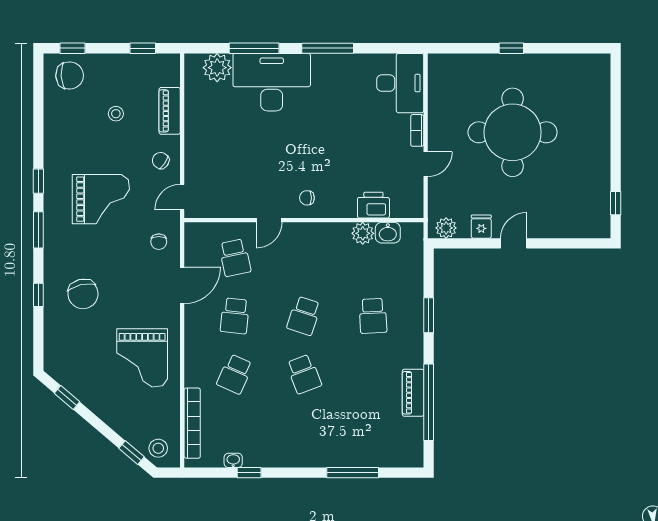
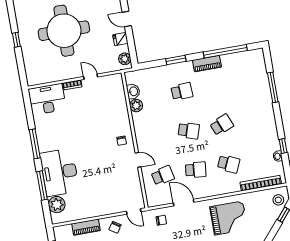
printer: (373, 205) -> (119, 102), removed
piano: (413, 393) -> (207, 64), moved

